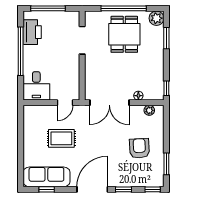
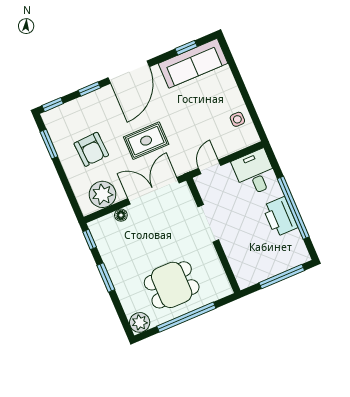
printer: (32, 32) -> (280, 217), moved
dining table: (124, 34) -> (172, 285), turned 90
window: (166, 38) -> (106, 278), moved
doorway: (82, 40) -> (208, 223), moved
plant: (149, 110) -> (103, 194), width x1.87, depth x1.87
side table: (33, 127) -> (237, 119), added
rug: (61, 138) -> (146, 141), moved

